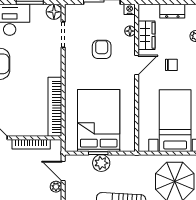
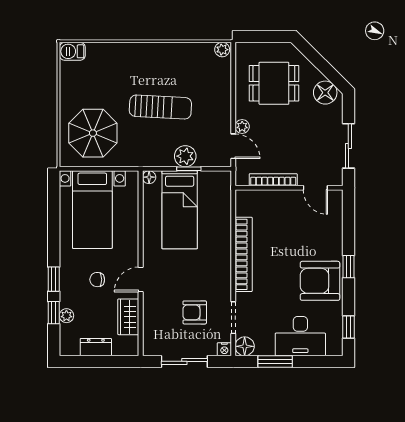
nightstand: (130, 9) -> (224, 349), moved
floor lamp: (130, 31) -> (149, 177), moved
armchair: (102, 49) -> (195, 312), moved, turned 90
bookcase: (55, 107) -> (244, 254), moved
bed: (99, 120) -> (180, 210), width x0.67

